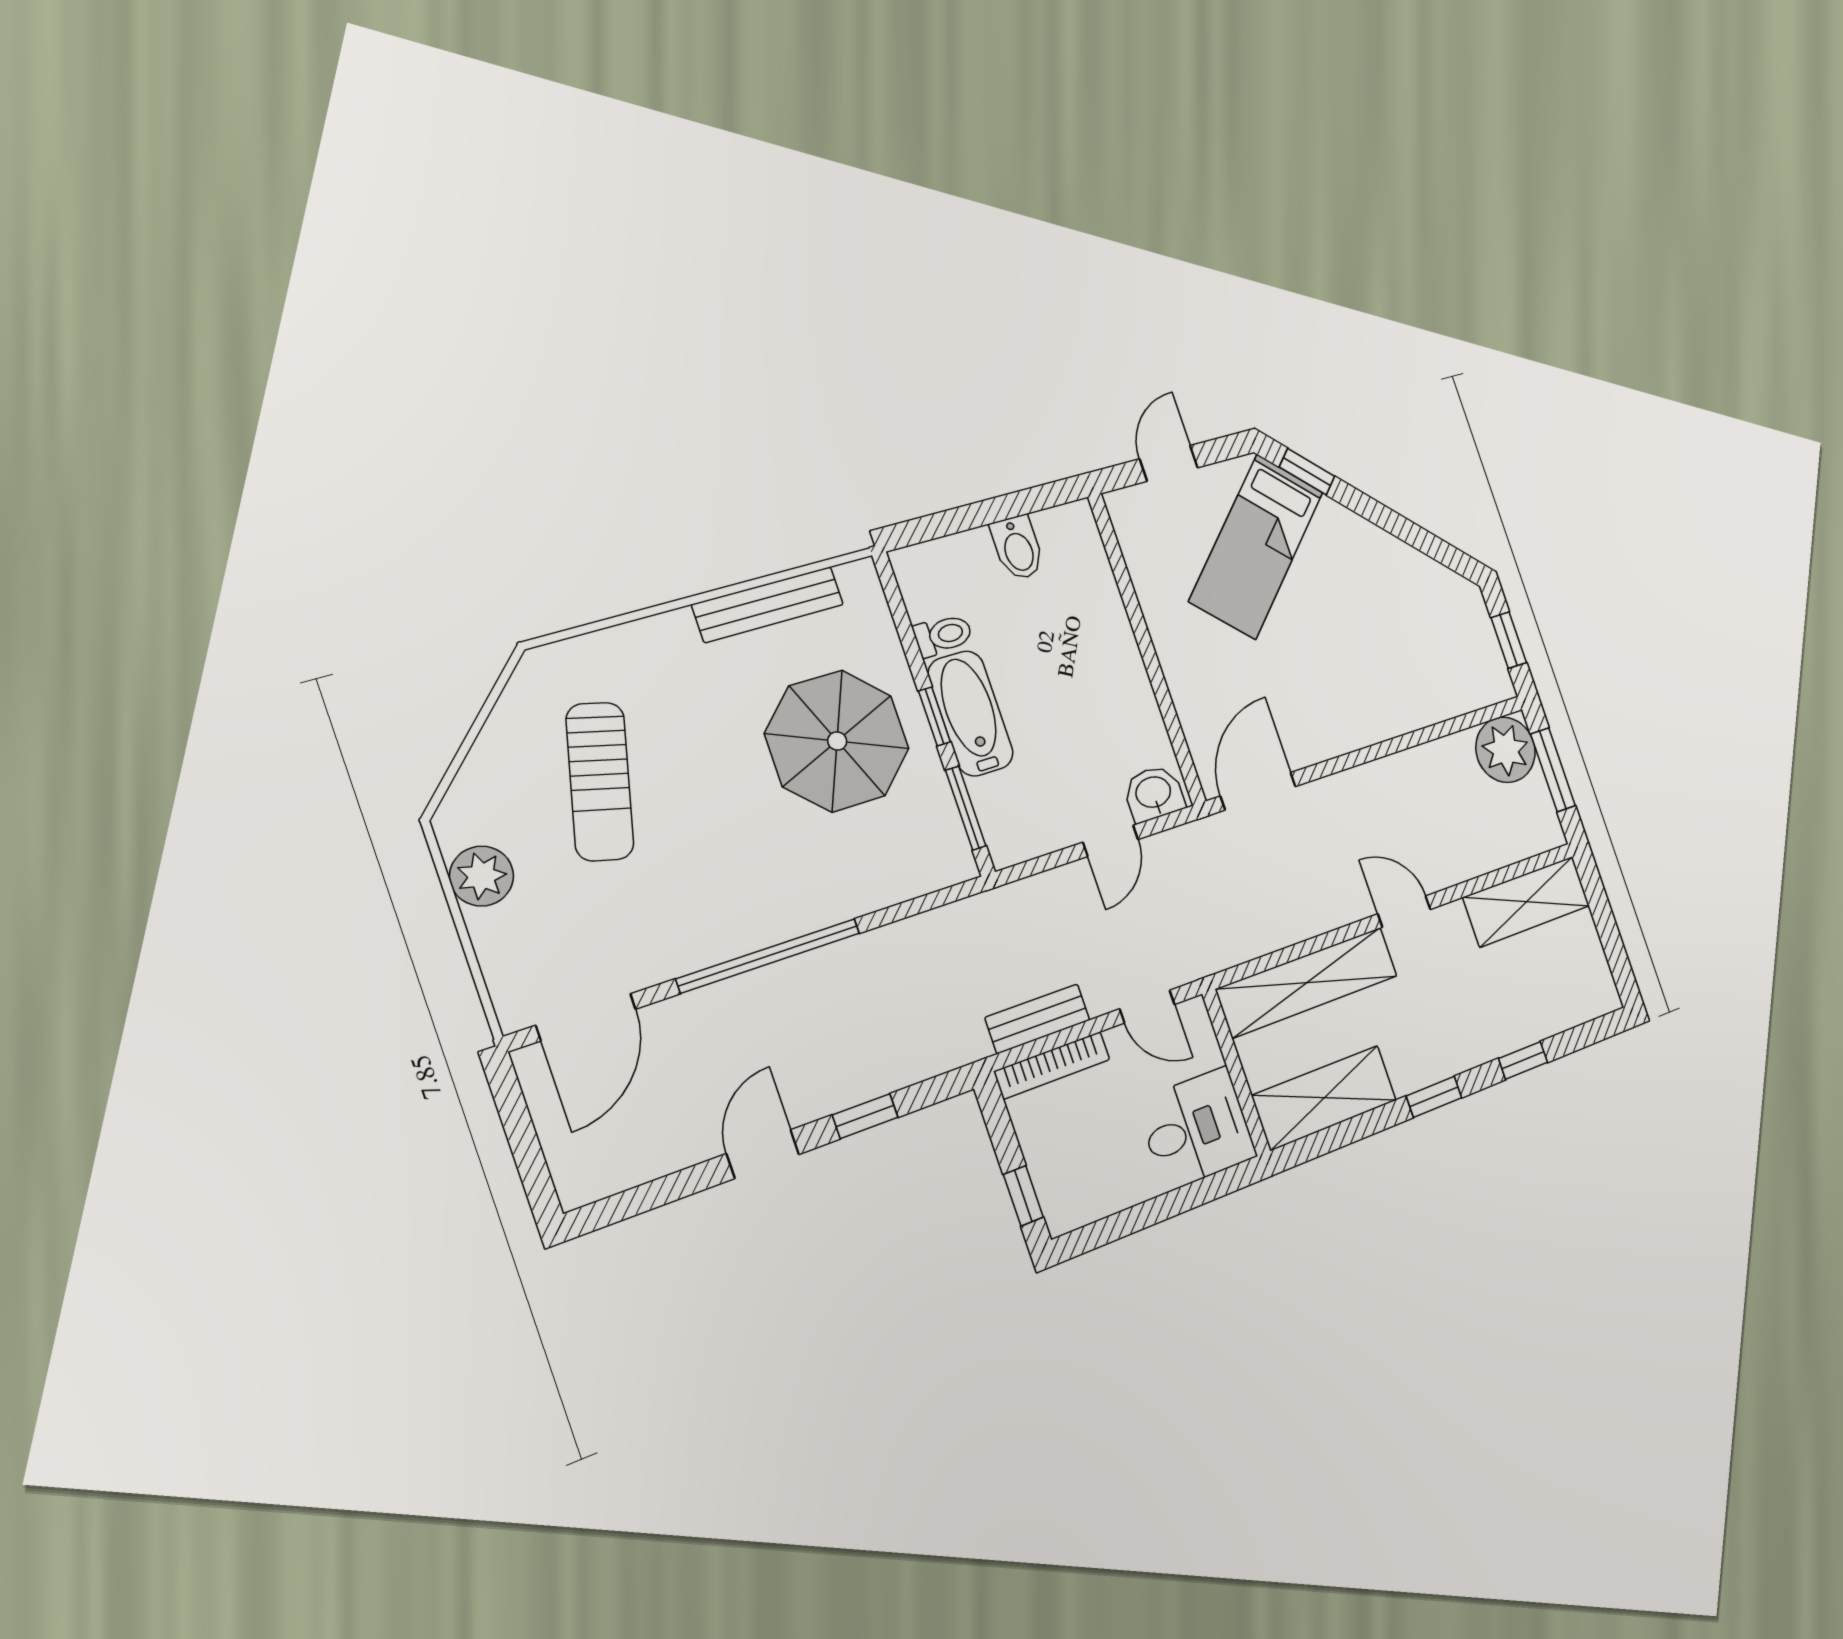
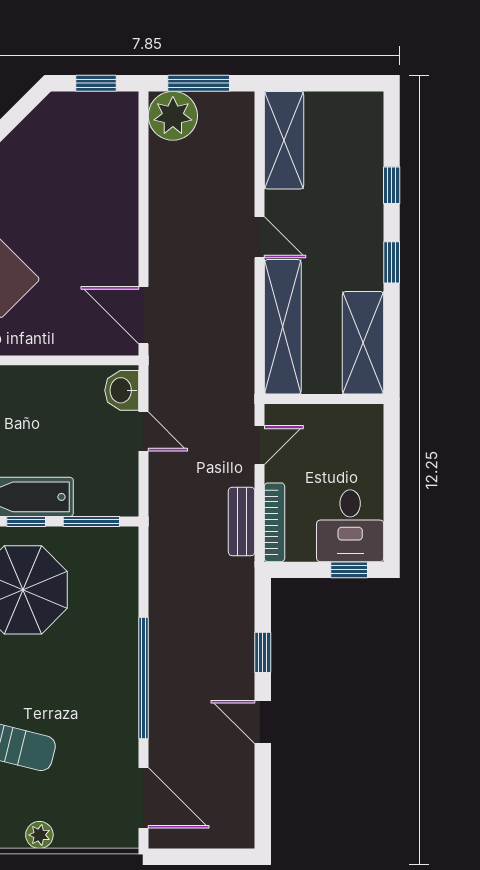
plant: (482, 876) -> (39, 835), width x0.73, depth x0.73
door: (1404, 912) -> (260, 237), swing flipped
desk: (1196, 1129) -> (350, 526), moved, turned 180

